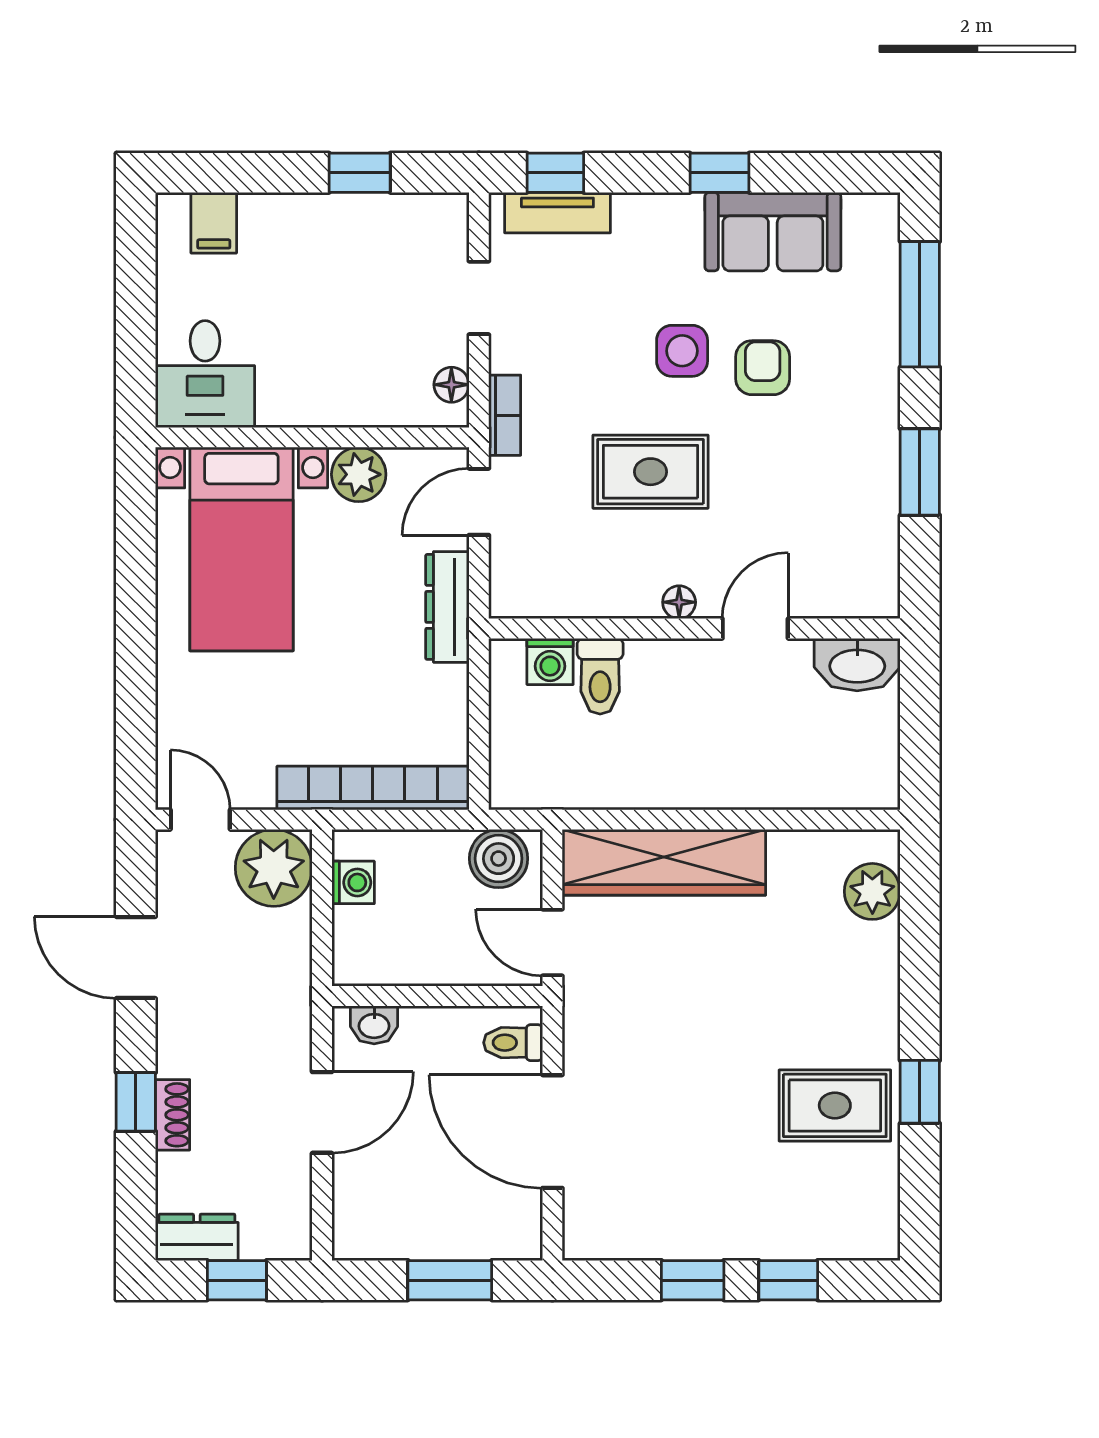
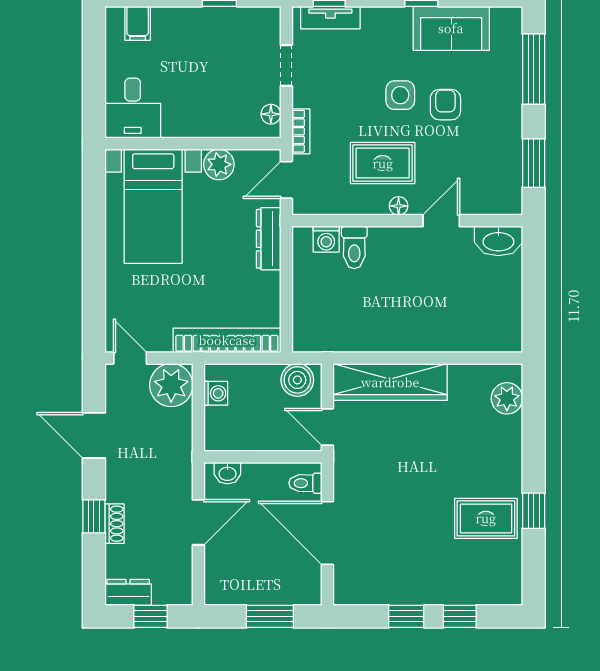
floor lamp: (679, 602) -> (399, 206), moved
wall: (694, 628) -> (407, 221), moved
door: (755, 628) -> (441, 221), moved
washing machine: (550, 661) -> (326, 239), moved
washbasin: (857, 665) -> (498, 241), moved
toilet: (600, 676) -> (354, 247), moved

